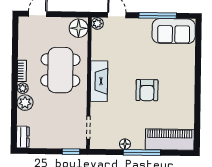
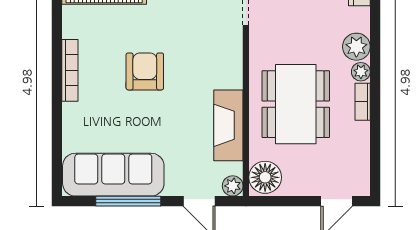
sofa: (174, 31) -> (113, 175), width x1.36
fireplace: (99, 81) -> (228, 125), moved
bookcase: (190, 91) -> (70, 70), added

